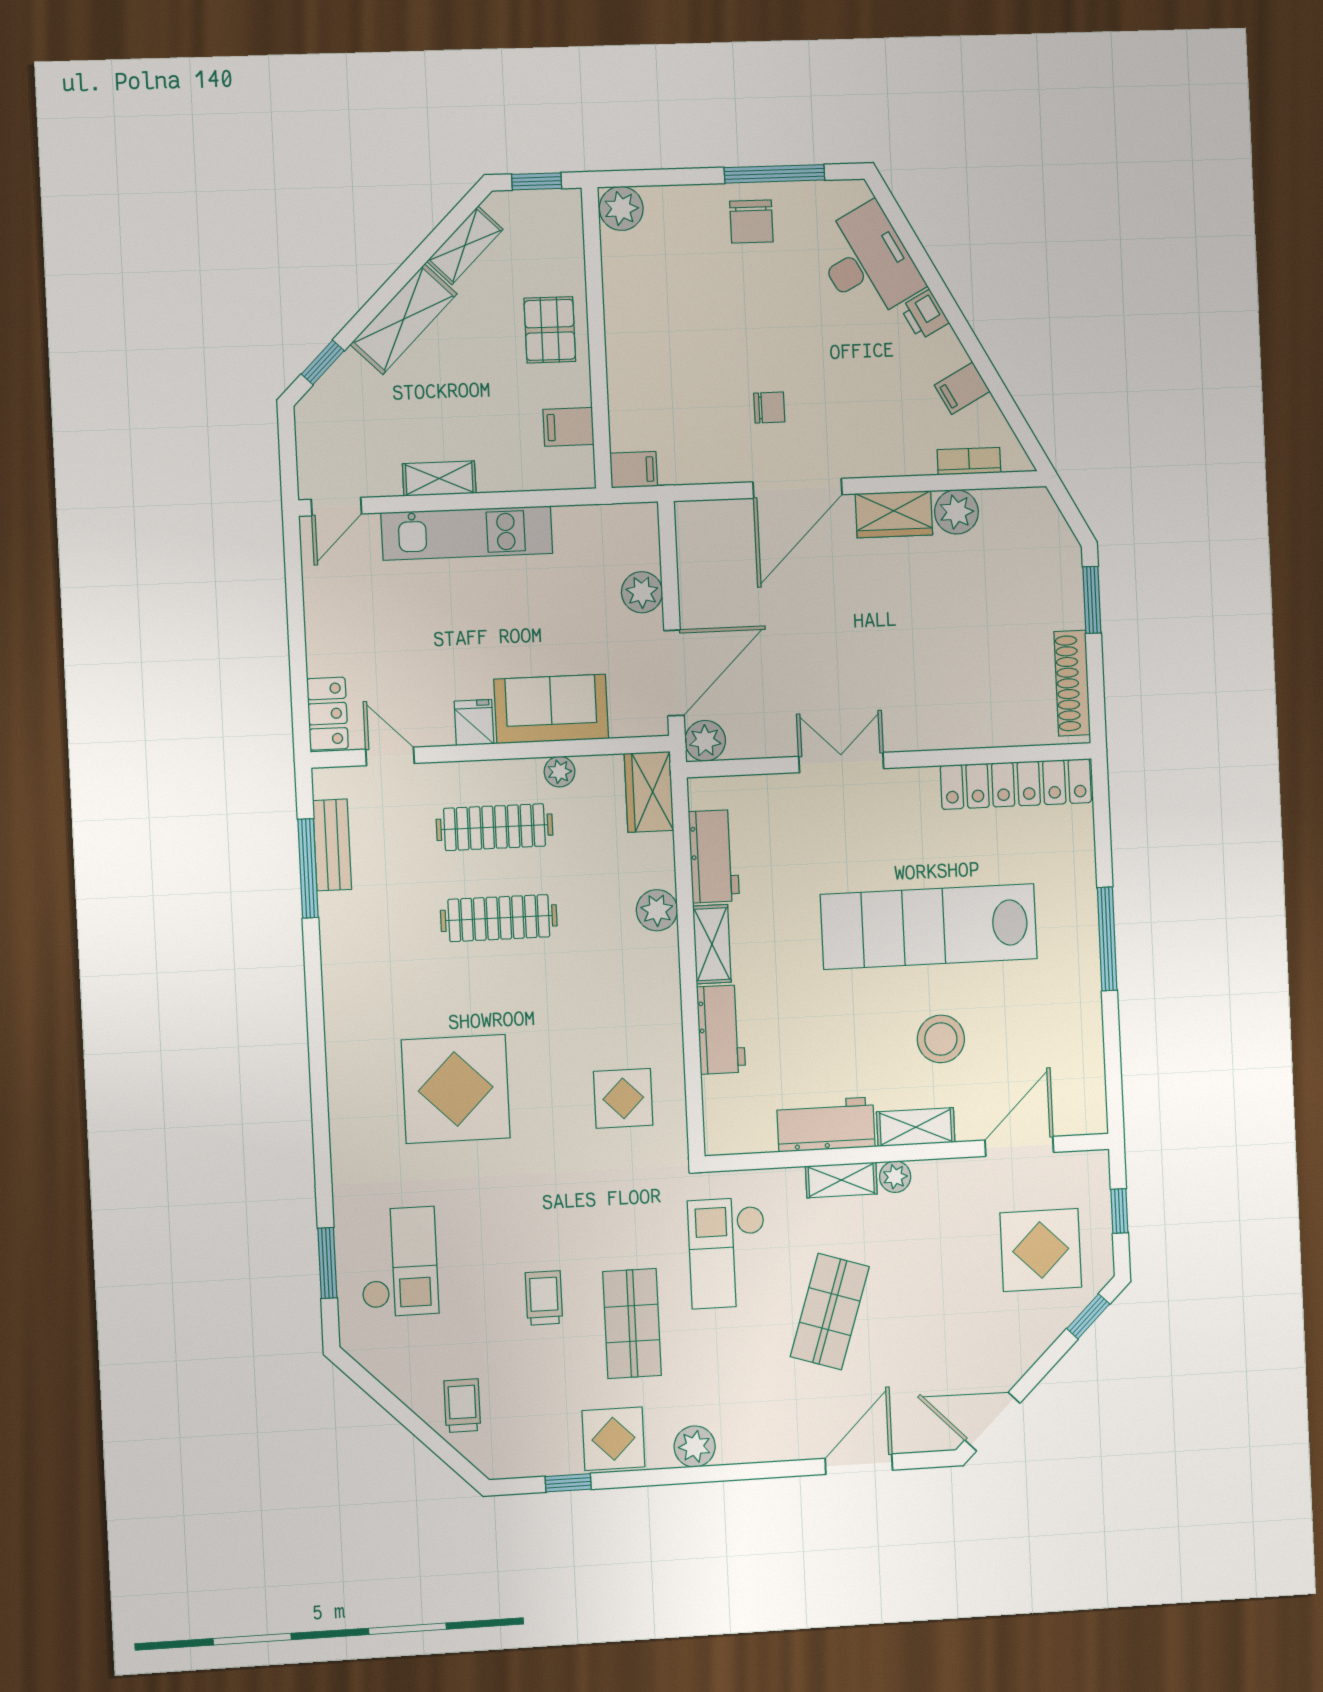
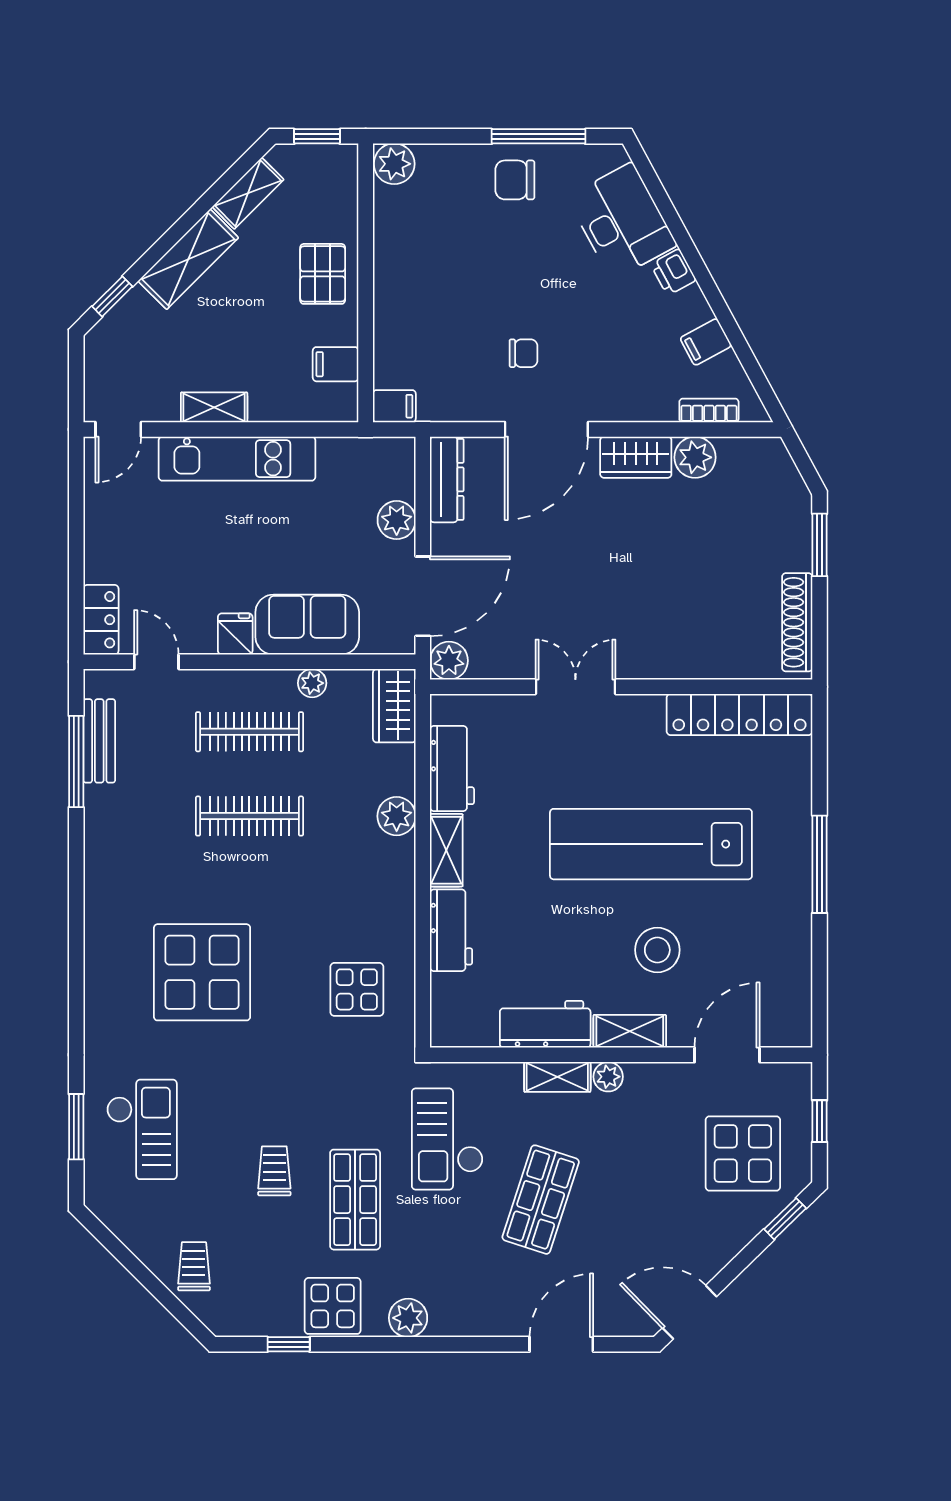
chair: (751, 222) -> (515, 180), turned 90
dresser: (694, 546) -> (447, 479), added

